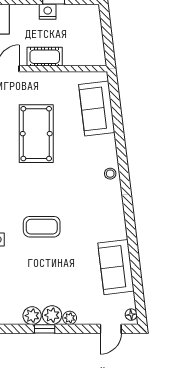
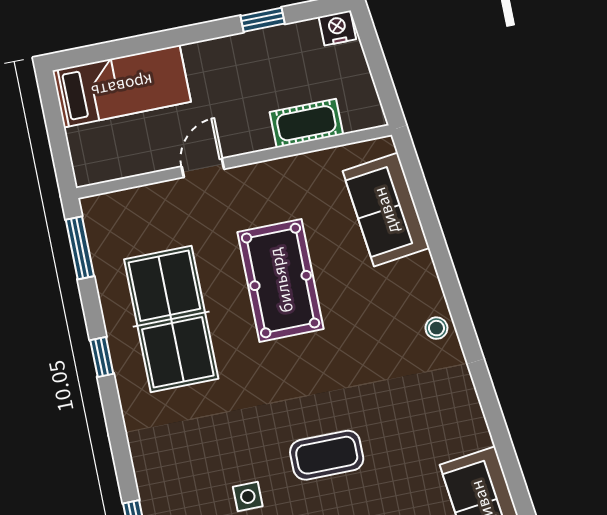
nightstand: (48, 12) -> (337, 28), moved
cot: (45, 57) -> (306, 123), moved

